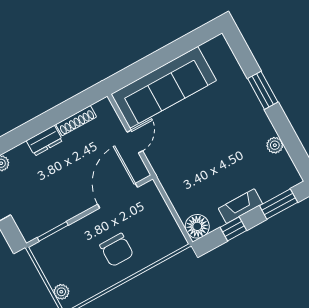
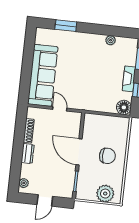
window: (263, 90) -> (66, 26), moved
door: (118, 196) -> (79, 152), moved
plant: (61, 292) -> (105, 194), width x1.88, depth x1.88

